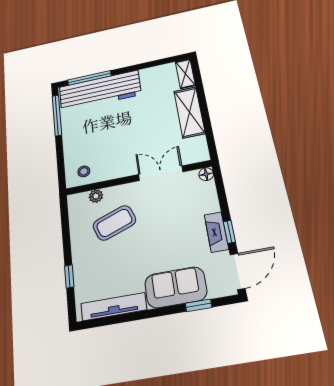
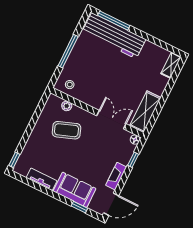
shelving: (189, 112) -> (145, 112), moved
window: (57, 115) -> (68, 51), moved
window: (229, 232) -> (133, 160), moved
window: (69, 276) -> (14, 160), moved
tv unit: (114, 307) -> (41, 179), width x0.71

